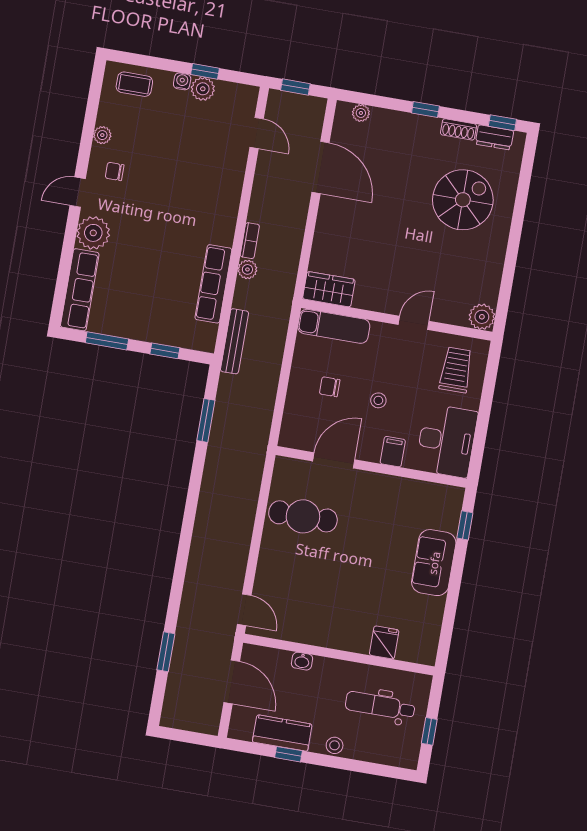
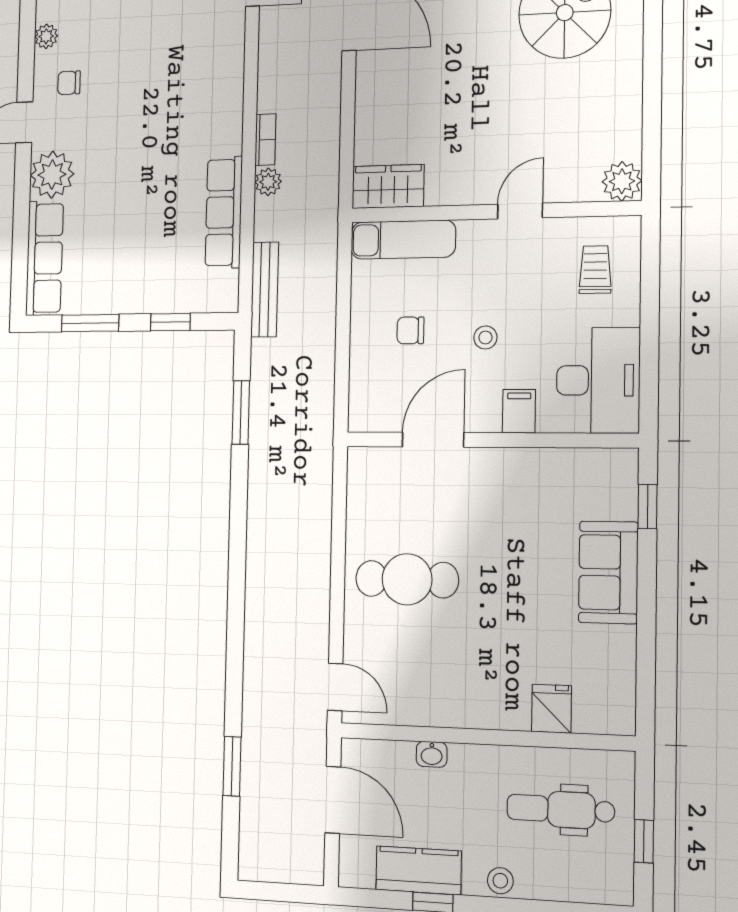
trolley: (456, 370) -> (595, 270), width x0.73, depth x0.72
cafe table: (303, 516) -> (407, 579), moved

